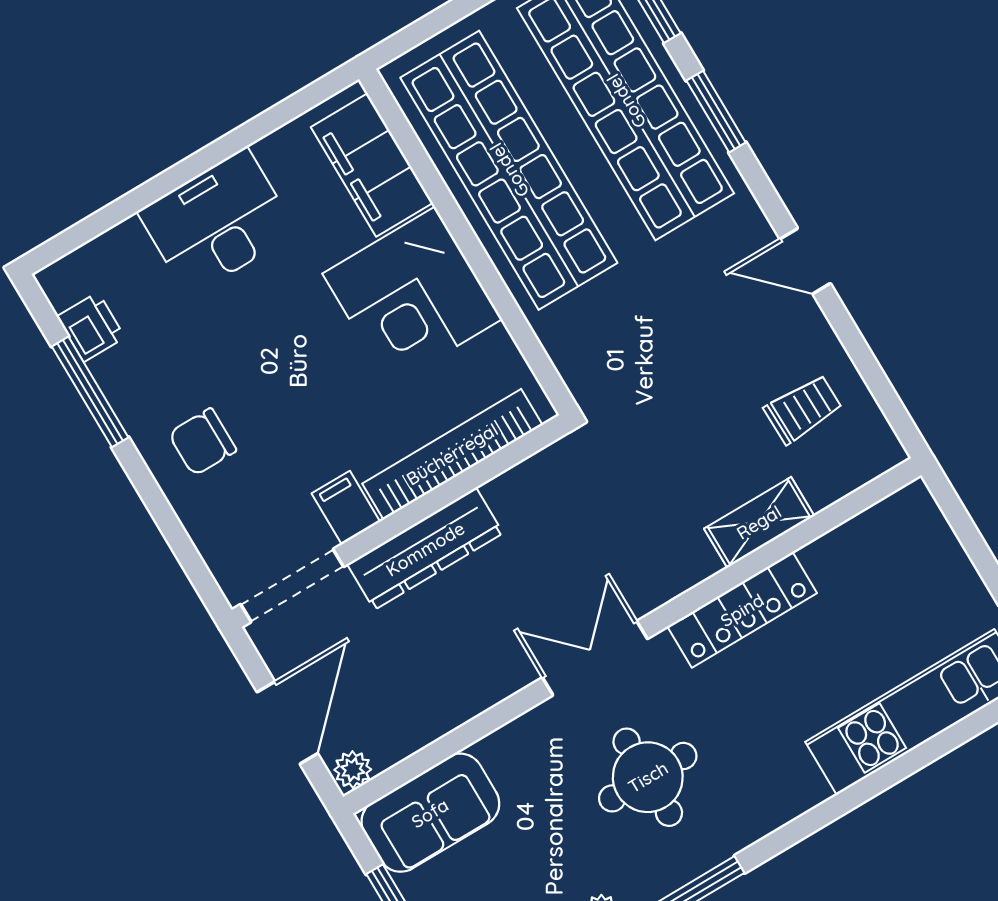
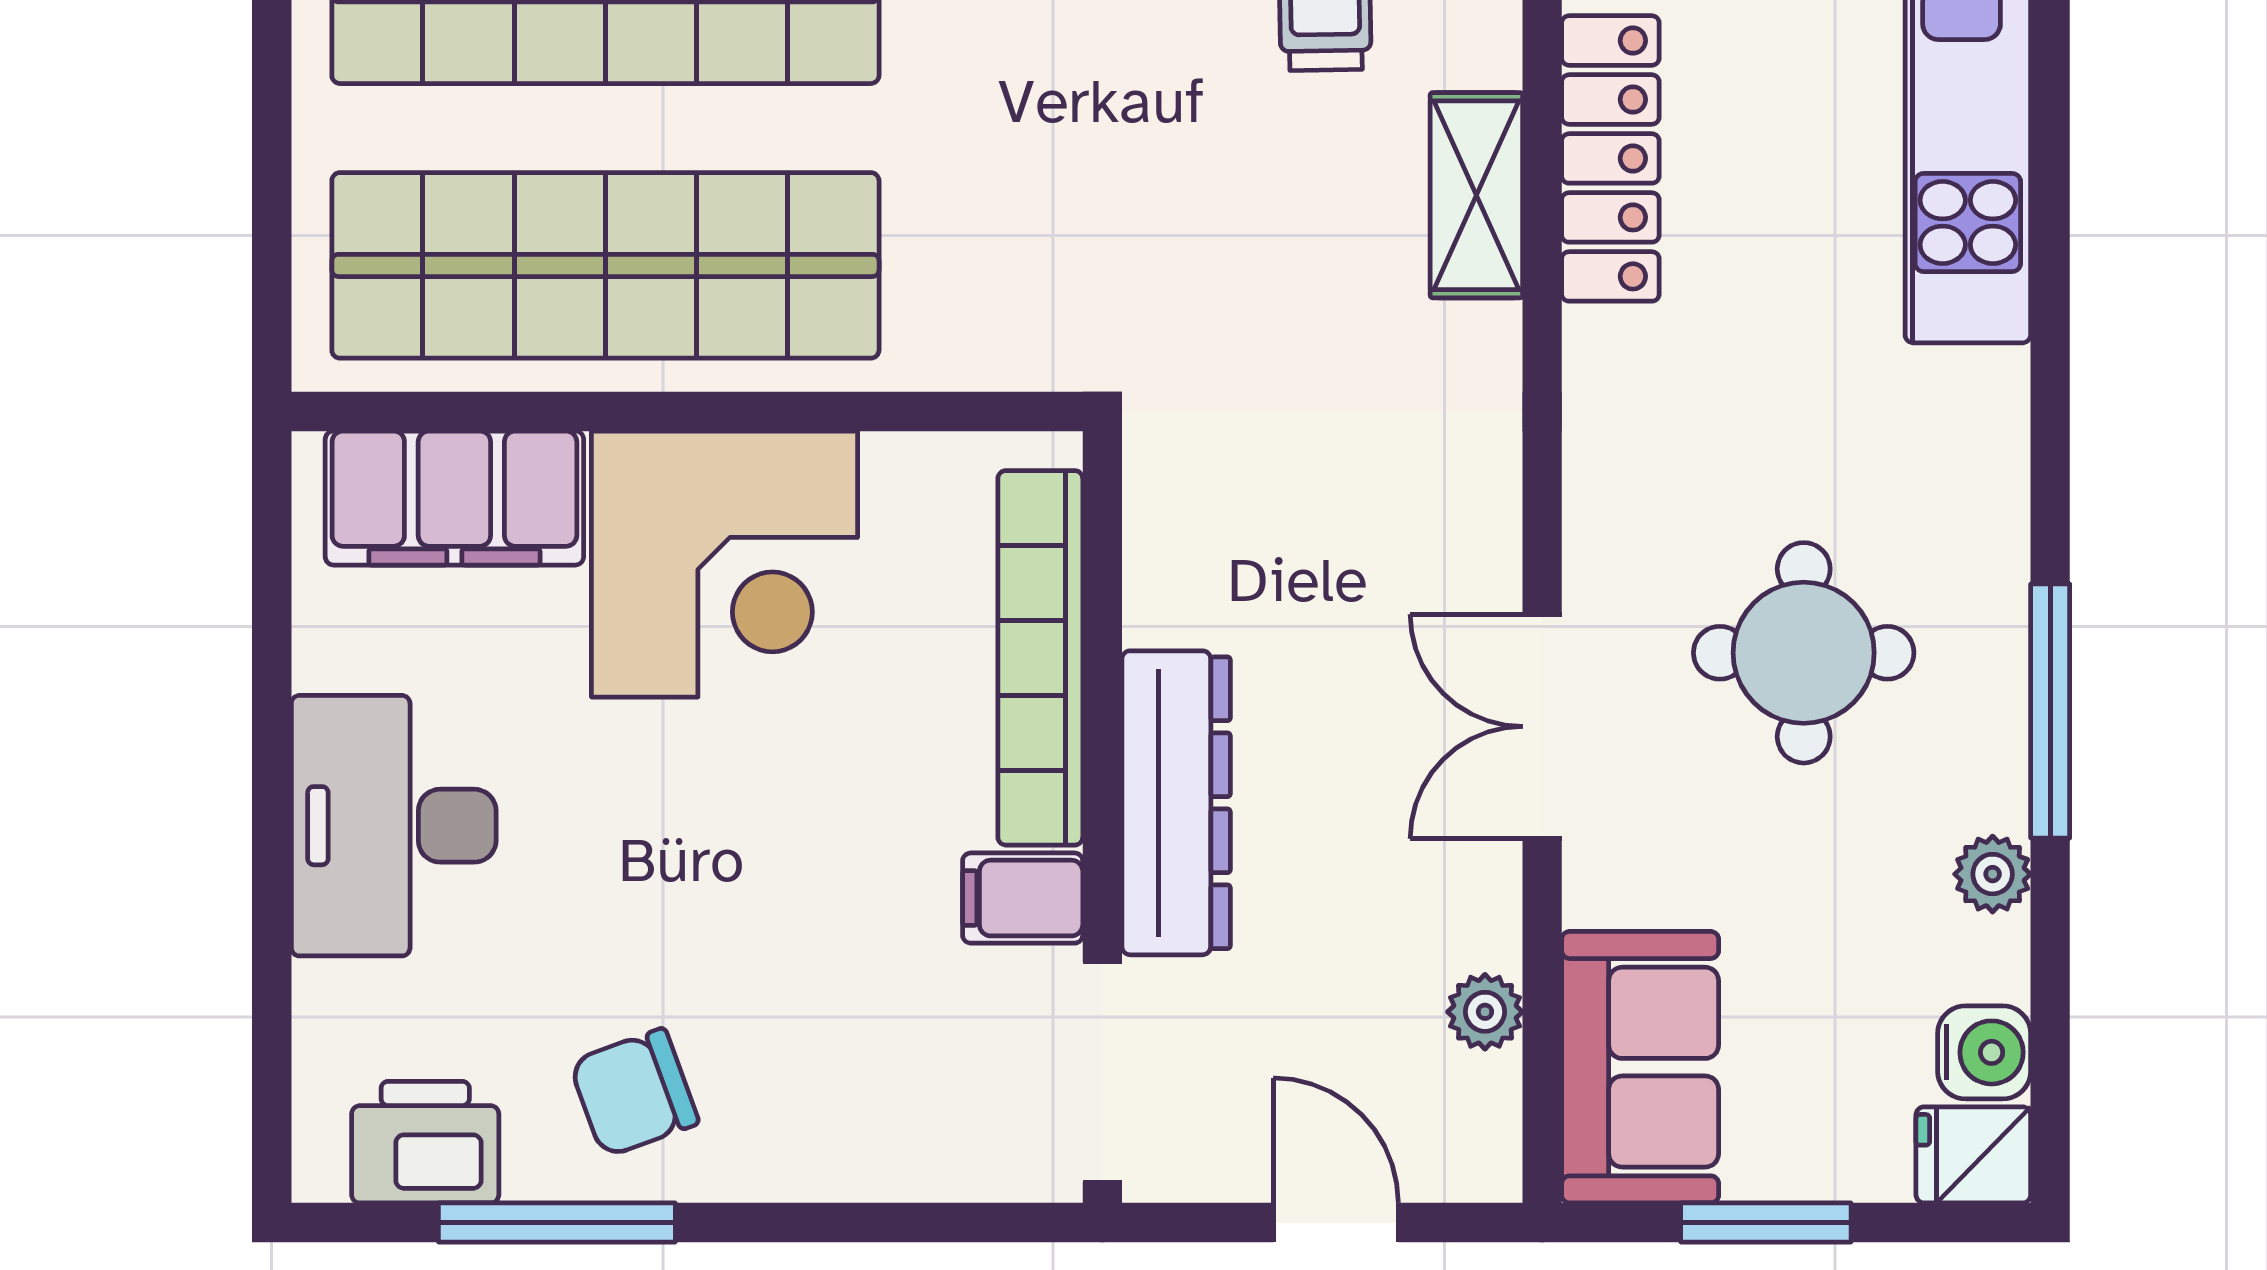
printer: (91, 327) -> (425, 1142), width x1.36, depth x1.24
chair: (202, 442) -> (634, 1093), moved, turned 70
locker: (742, 610) -> (1610, 158), moved
double door: (595, 658) -> (1542, 726), moved
door: (287, 723) -> (1336, 1223), width x0.73
plant: (353, 770) -> (1485, 1012), moved

